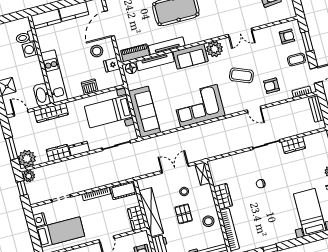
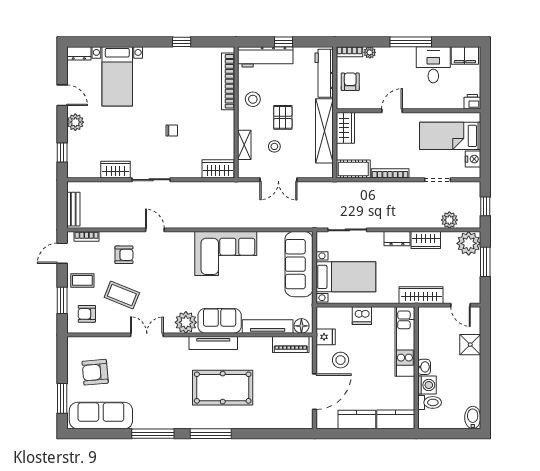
tv unit: (167, 46) -> (213, 343), moved
coffee table: (241, 75) -> (122, 295), moved
washbasin: (42, 95) -> (424, 367), moved, width x0.52, depth x0.69
shelving: (202, 174) -> (244, 145), moved
plant: (29, 176) -> (449, 220), moved
wardrobe: (223, 196) -> (218, 169), moved, turned 90

